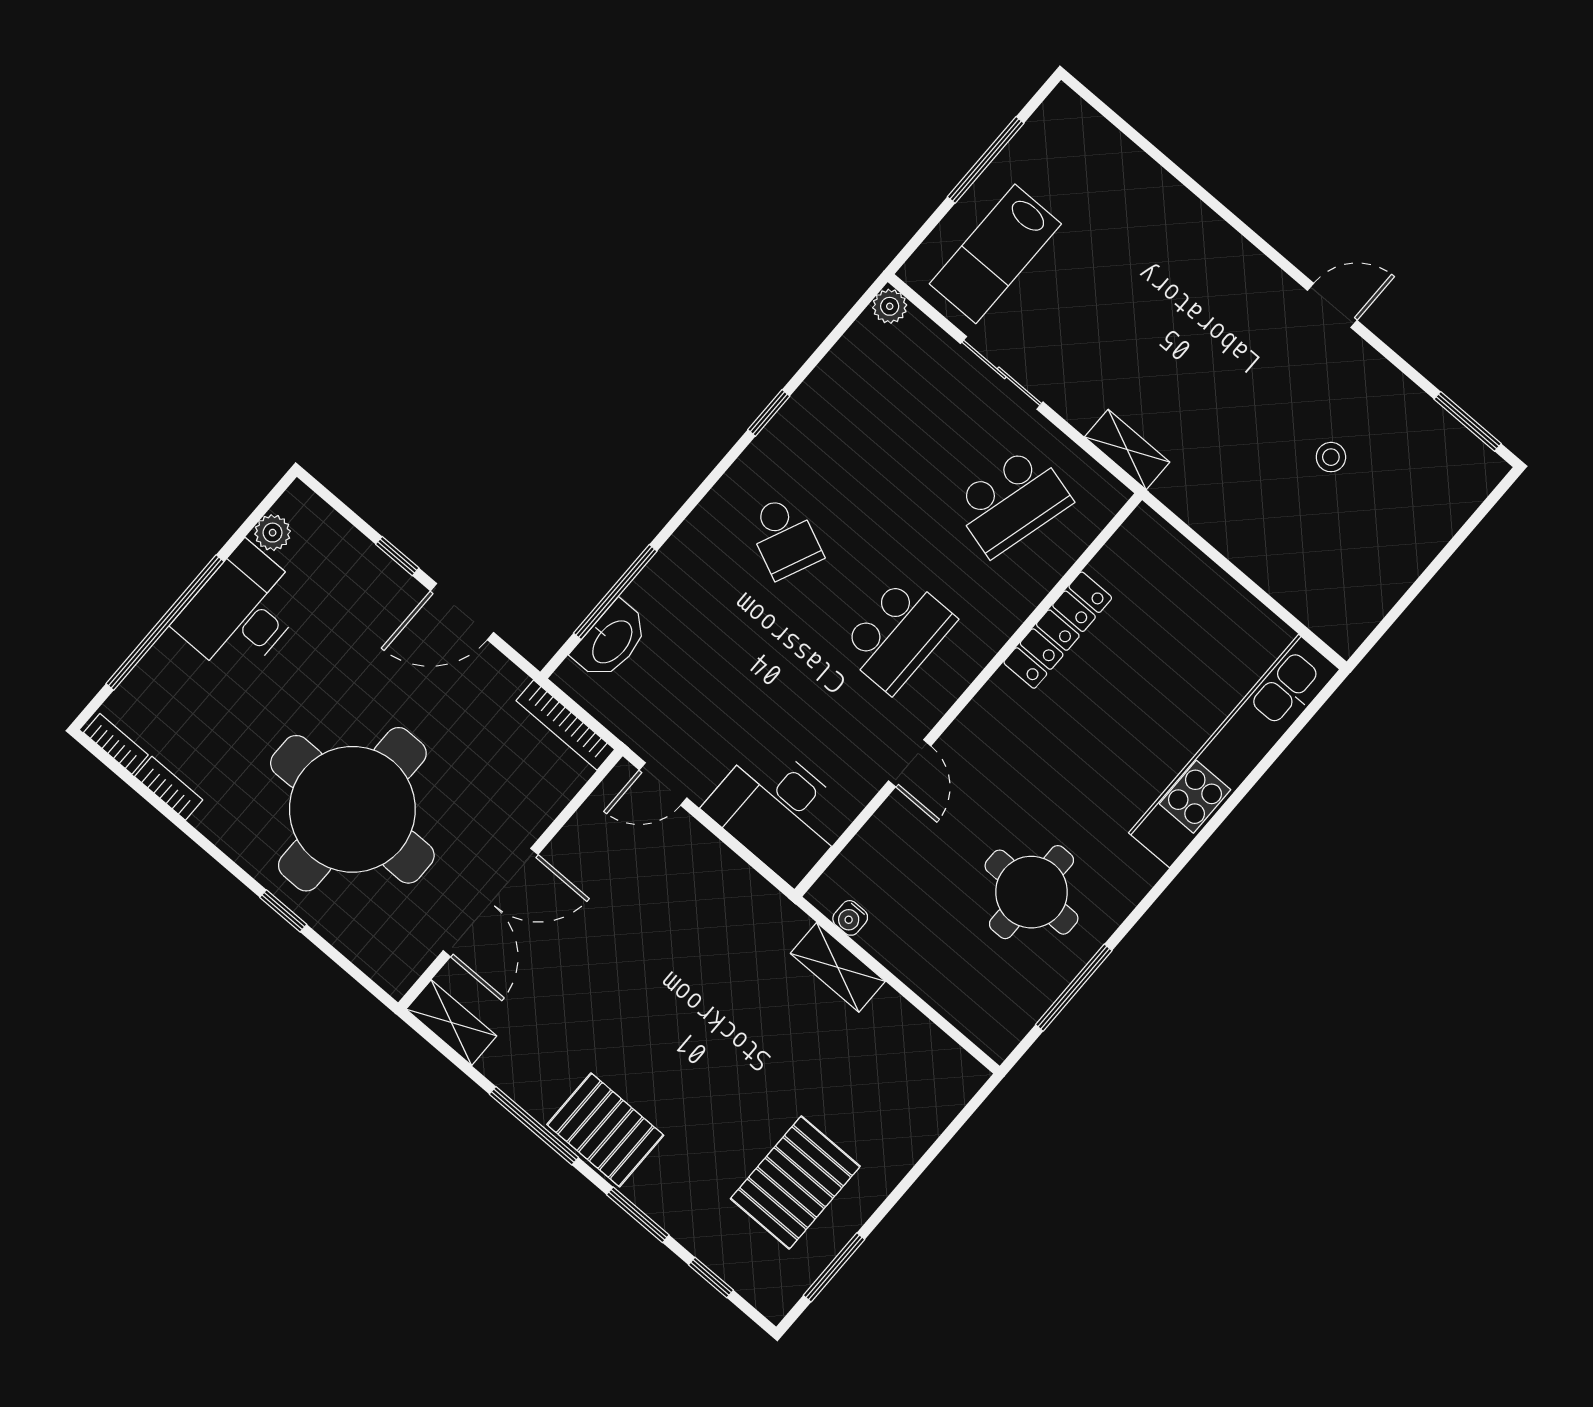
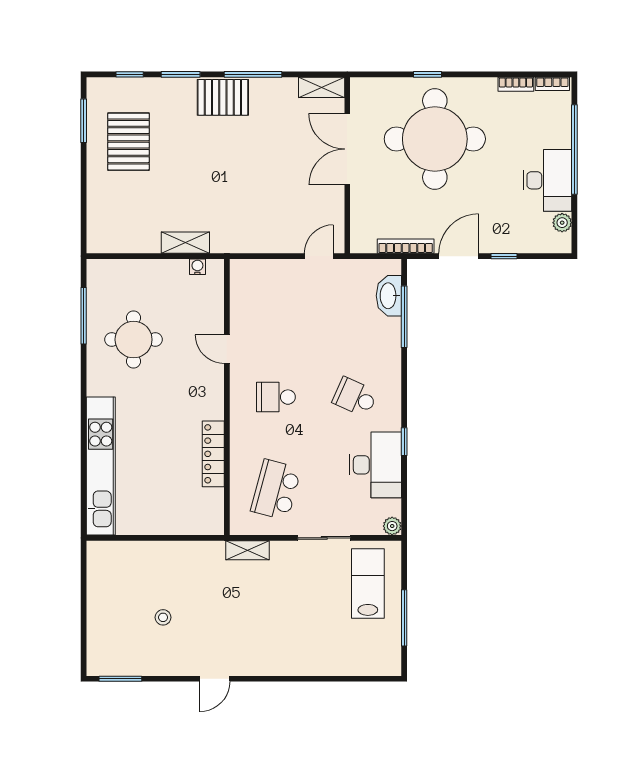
school desk: (898, 635) -> (276, 397), width x0.54
bookcase: (565, 725) -> (406, 246), moved
desk: (779, 812) -> (375, 465), moved, turned 90

